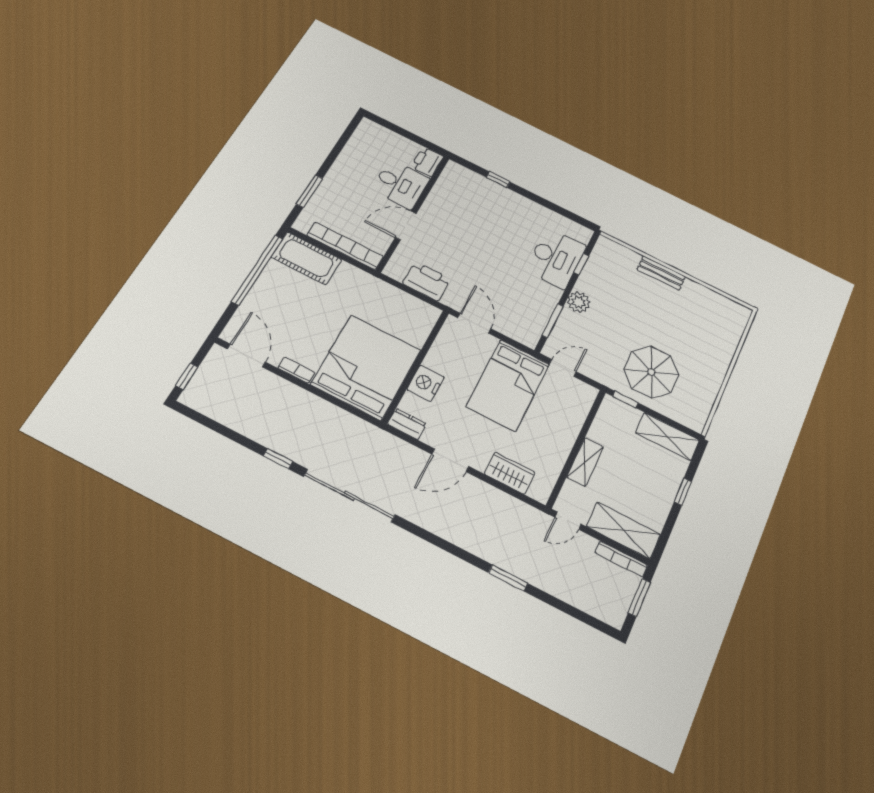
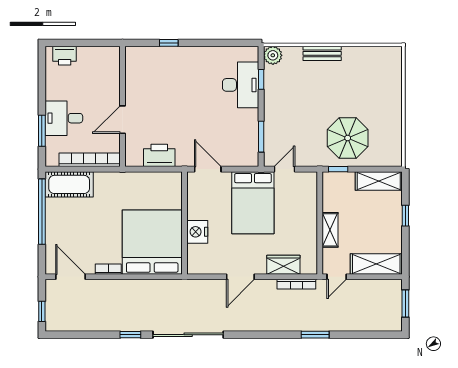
printer: (427, 162) -> (65, 56), moved, turned -90
desk: (400, 184) -> (64, 118), moved, turned 180
plant: (579, 302) -> (273, 55), moved
dresser: (407, 424) -> (200, 267), removed
bookcase: (621, 559) -> (296, 284), moved

